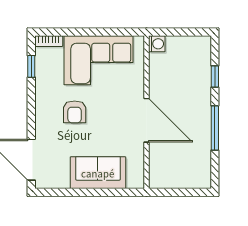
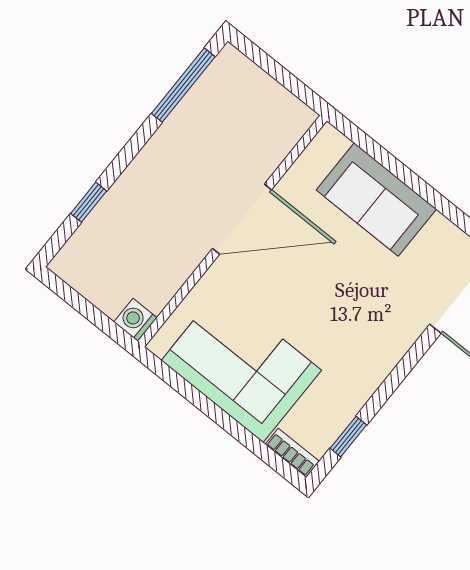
armchair: (75, 112) -> (338, 317), removed
door: (147, 120) -> (242, 219), swing flipped
window: (215, 128) -> (183, 85), moved

